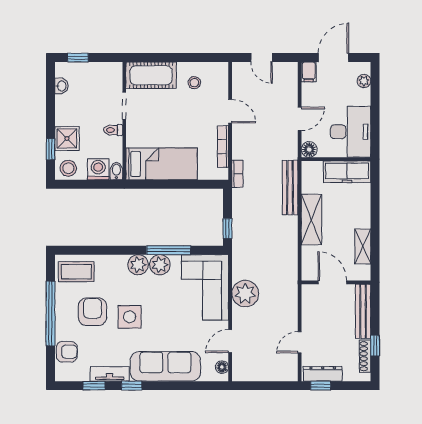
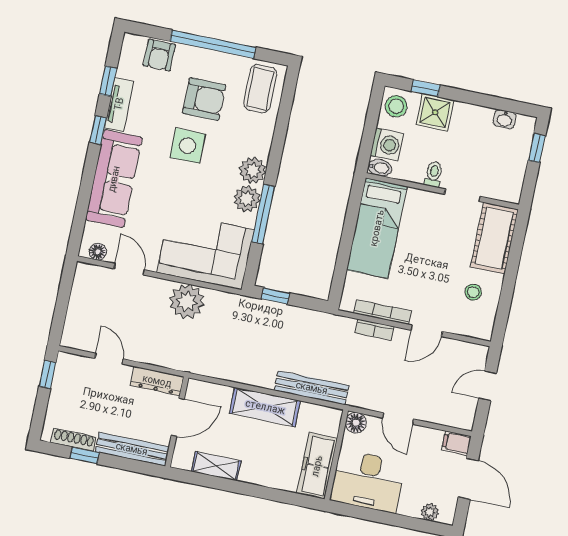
bookcase: (237, 174) -> (375, 330), moved
dresser: (323, 374) -> (157, 381), moved, turned 90

